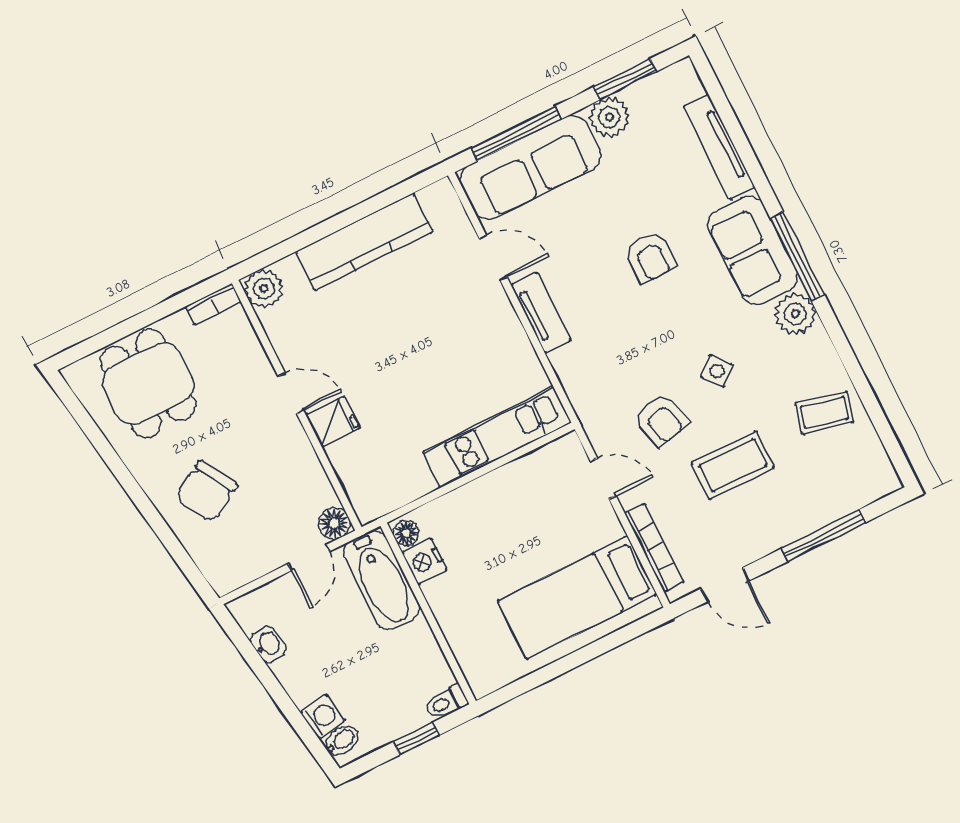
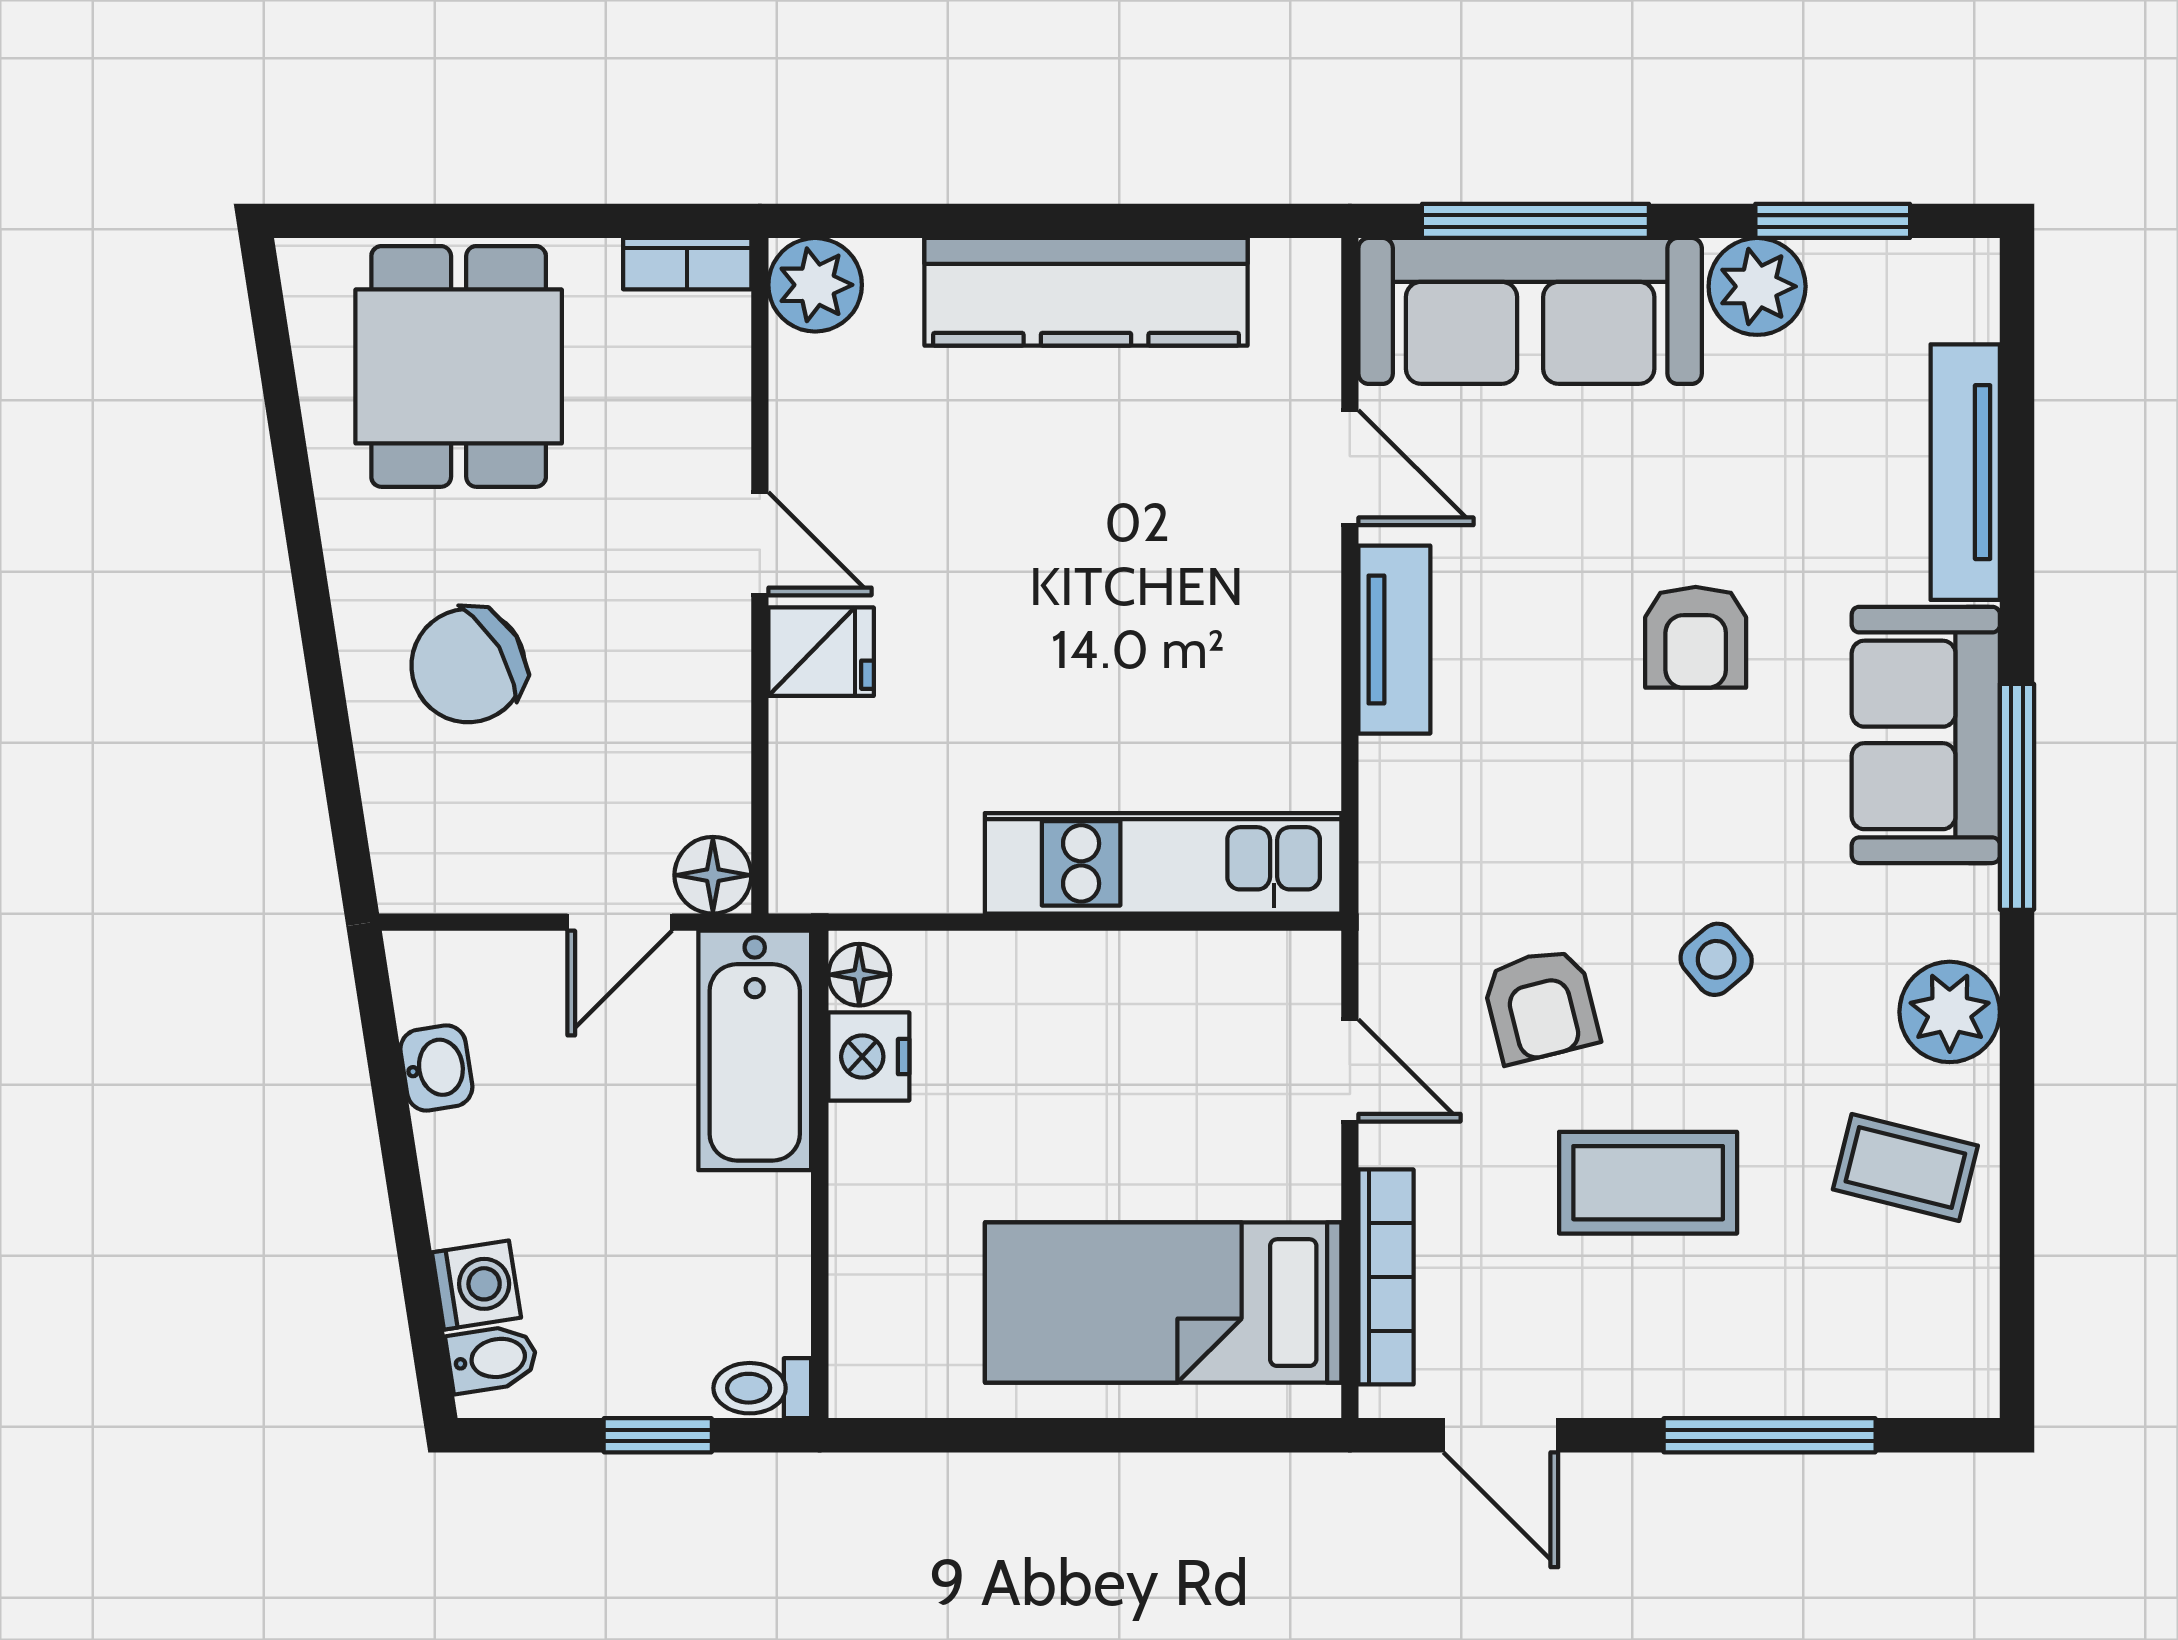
plant: (795, 314) -> (1950, 1012), moved

